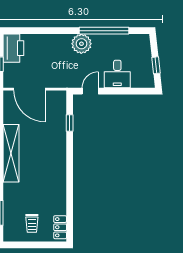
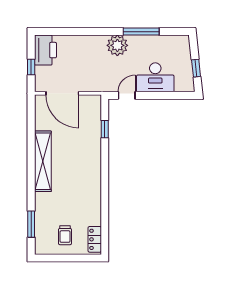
window: (104, 31) -> (141, 32), width x0.68
desk: (117, 74) -> (155, 77), width x1.37

